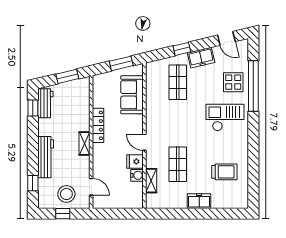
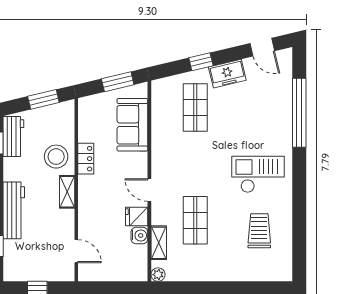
display table: (233, 82) -> (272, 107), removed
checkout: (225, 118) -> (258, 174), moved
locker: (98, 125) -> (86, 159), width x0.66
trolley: (224, 172) -> (259, 231), turned -90
stool: (66, 194) -> (56, 157), moved
freezer: (199, 201) -> (225, 271), removed
plant: (151, 204) -> (158, 275), added

